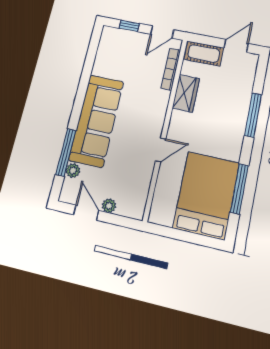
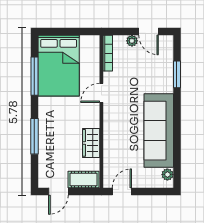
window: (129, 26) -> (151, 191), removed
bookcase: (171, 69) -> (108, 53), moved
sofa: (96, 121) -> (159, 131), moved
window: (66, 152) -> (177, 74), width x0.69
plant: (73, 171) -> (167, 174), moved

